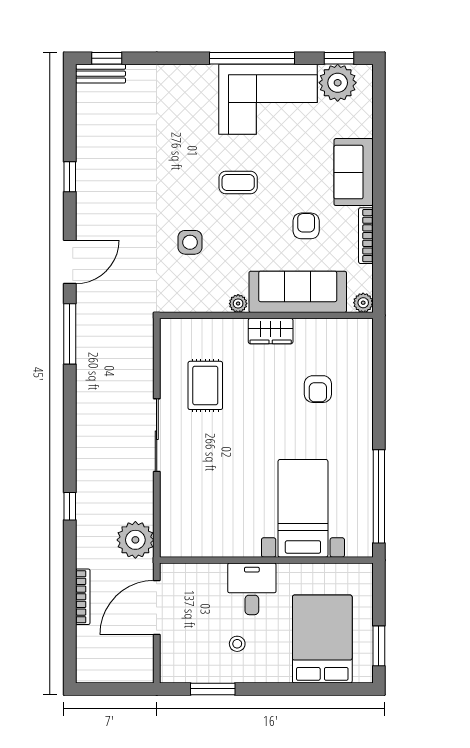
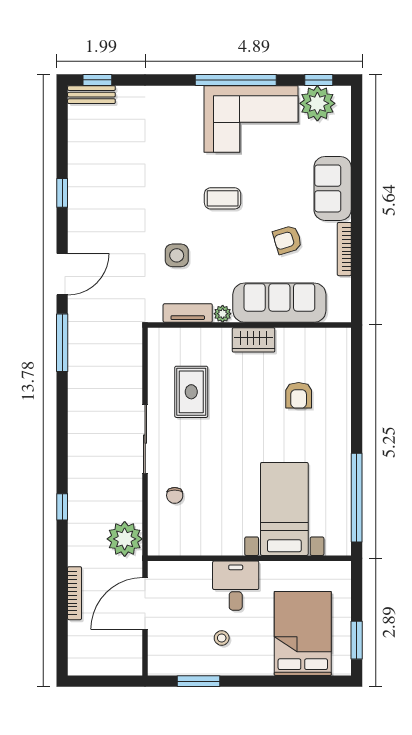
armchair: (306, 226) -> (287, 240), turned -107
tv unit: (202, 303) -> (188, 313), added
plant: (363, 303) -> (342, 313), removed
chair: (188, 494) -> (175, 495), added

